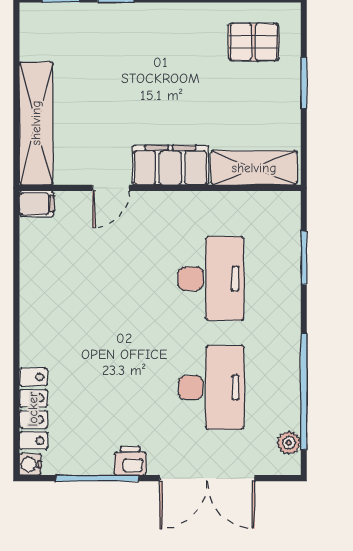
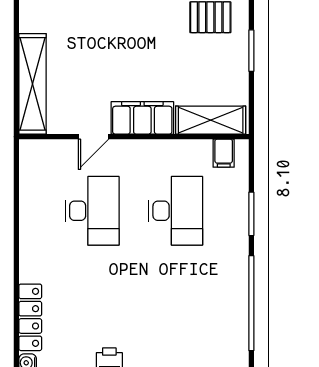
filing cabinet: (37, 204) -> (224, 153), moved, turned 90
window: (304, 258) -> (251, 214), moved
desk: (211, 387) -> (92, 211), moved
plant: (289, 443) -> (239, 345), removed

